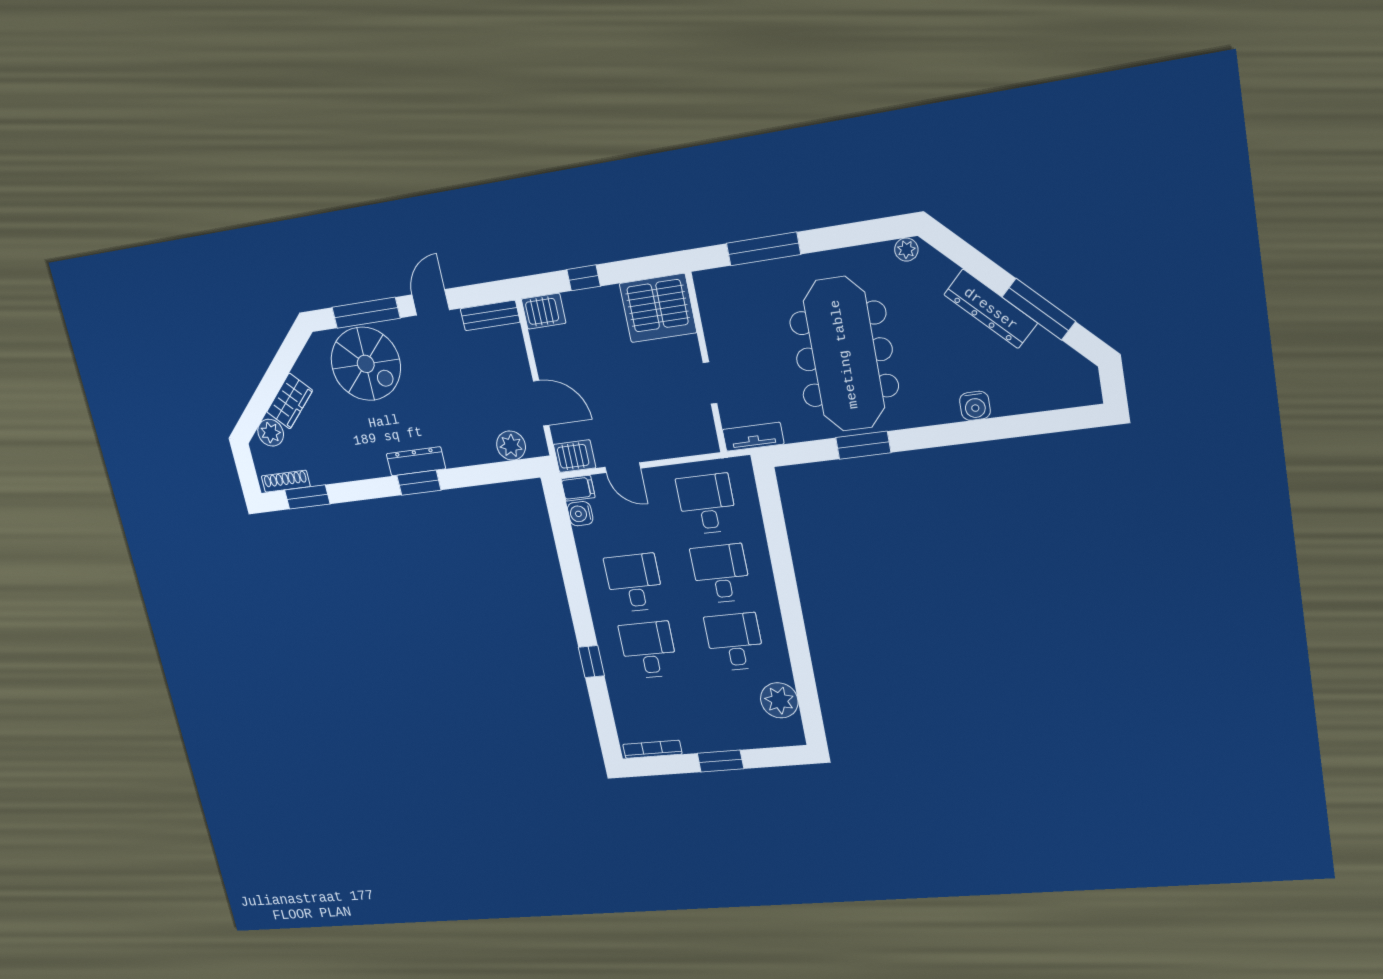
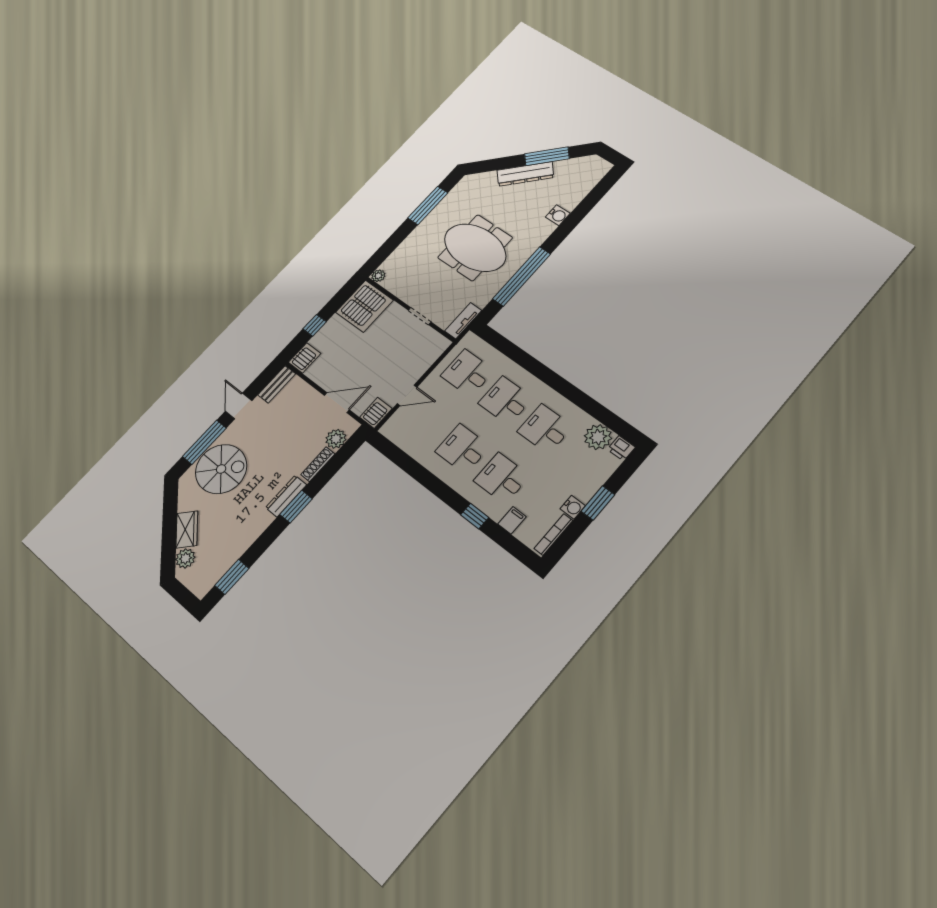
window: (763, 249) -> (428, 205), moved
plant: (906, 250) -> (378, 276), moved
meeting table: (844, 354) -> (475, 248), width x0.73
window: (863, 445) -> (522, 277), width x2.11
shoe rack: (286, 481) -> (318, 464), moved
filing cabinet: (578, 488) -> (512, 520), moved
water cooler: (580, 514) -> (573, 507), moved, turned -90
printer: (792, 733) -> (621, 448), added

